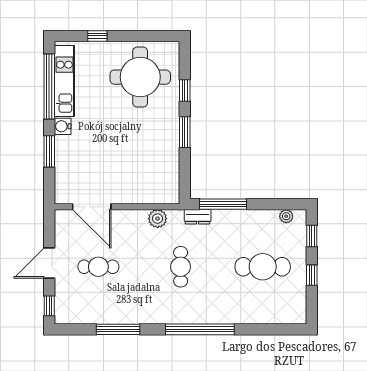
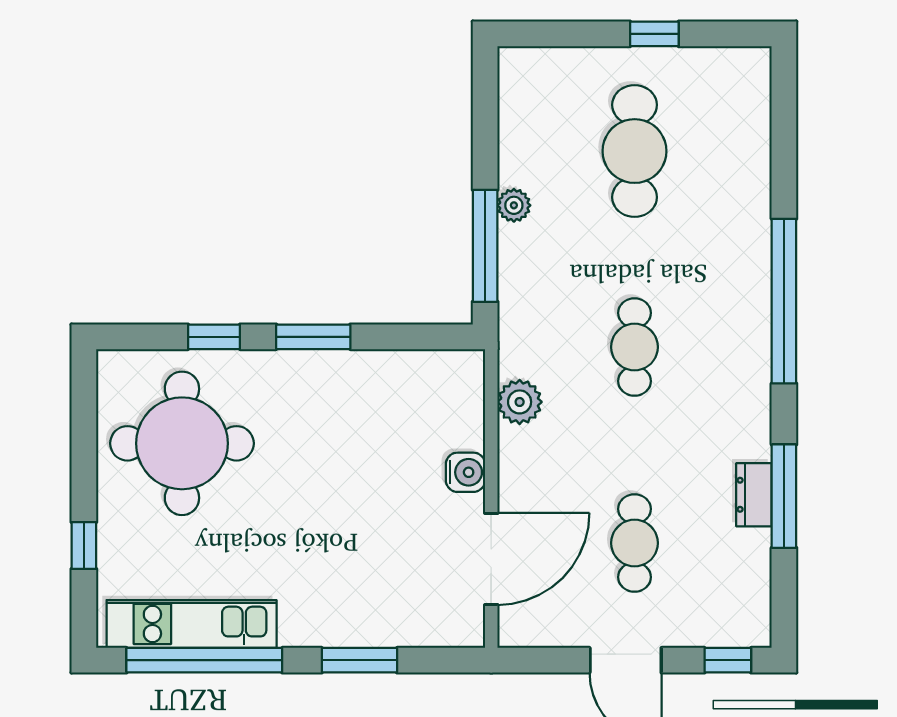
water cooler: (63, 126) -> (465, 472), moved, turned -90
plant: (286, 216) -> (514, 205), moved
dresser: (198, 217) -> (754, 495), moved, turned 180
window: (312, 236) -> (561, 34), removed
cafe table: (181, 267) -> (635, 347), turned 90

